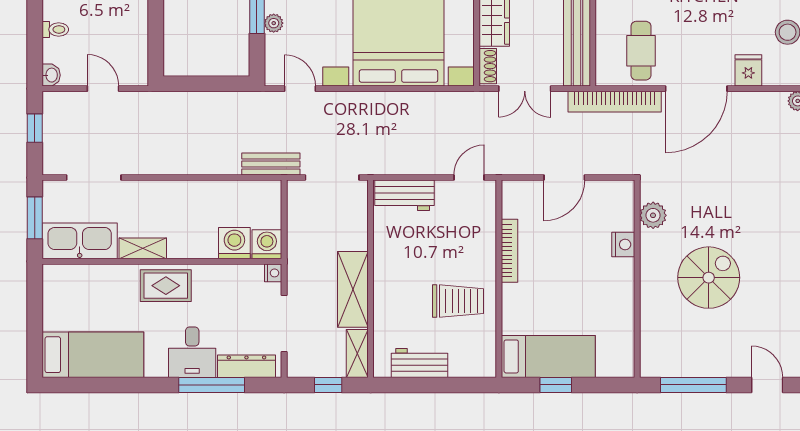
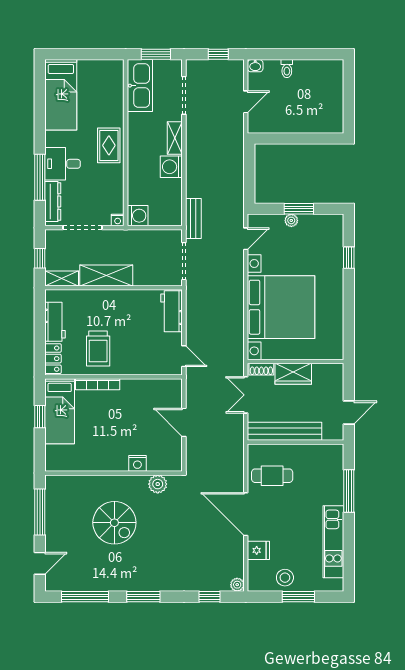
bookcase: (615, 102) -> (237, 457), removed
washing machine: (234, 243) -> (171, 167), moved, turned 180
shelving: (143, 248) -> (175, 138), moved
bookcase: (509, 251) -> (98, 384), moved
locker: (473, 366) -> (53, 359), added

